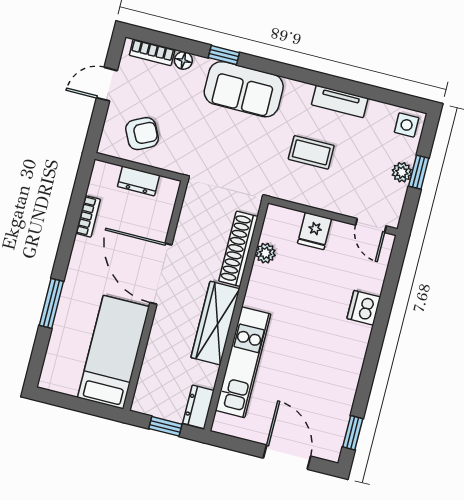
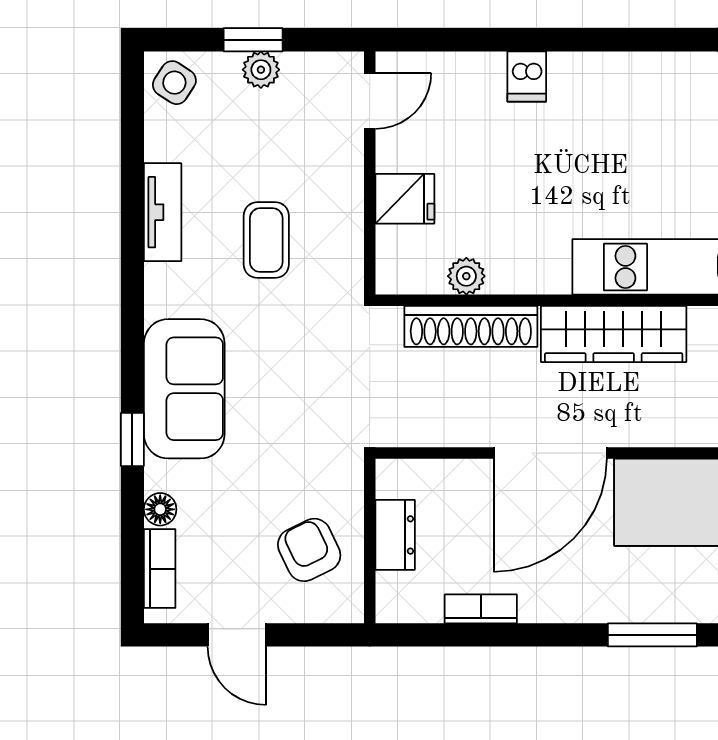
side table: (407, 125) -> (174, 83), turned 33
dishwasher: (364, 308) -> (527, 76), width x0.73

